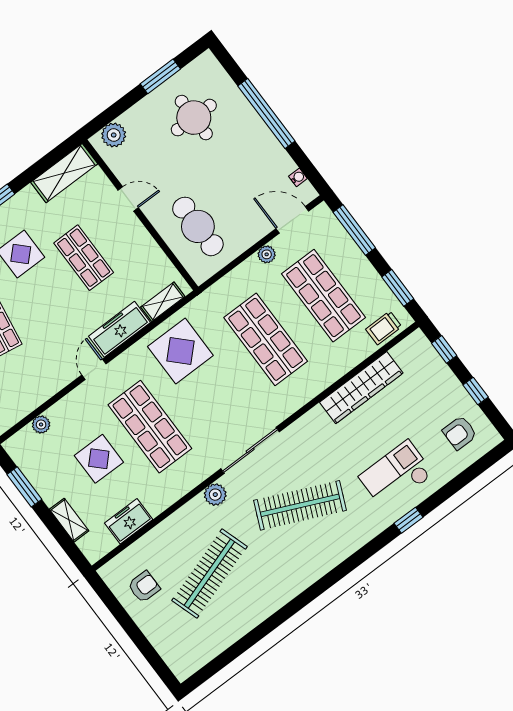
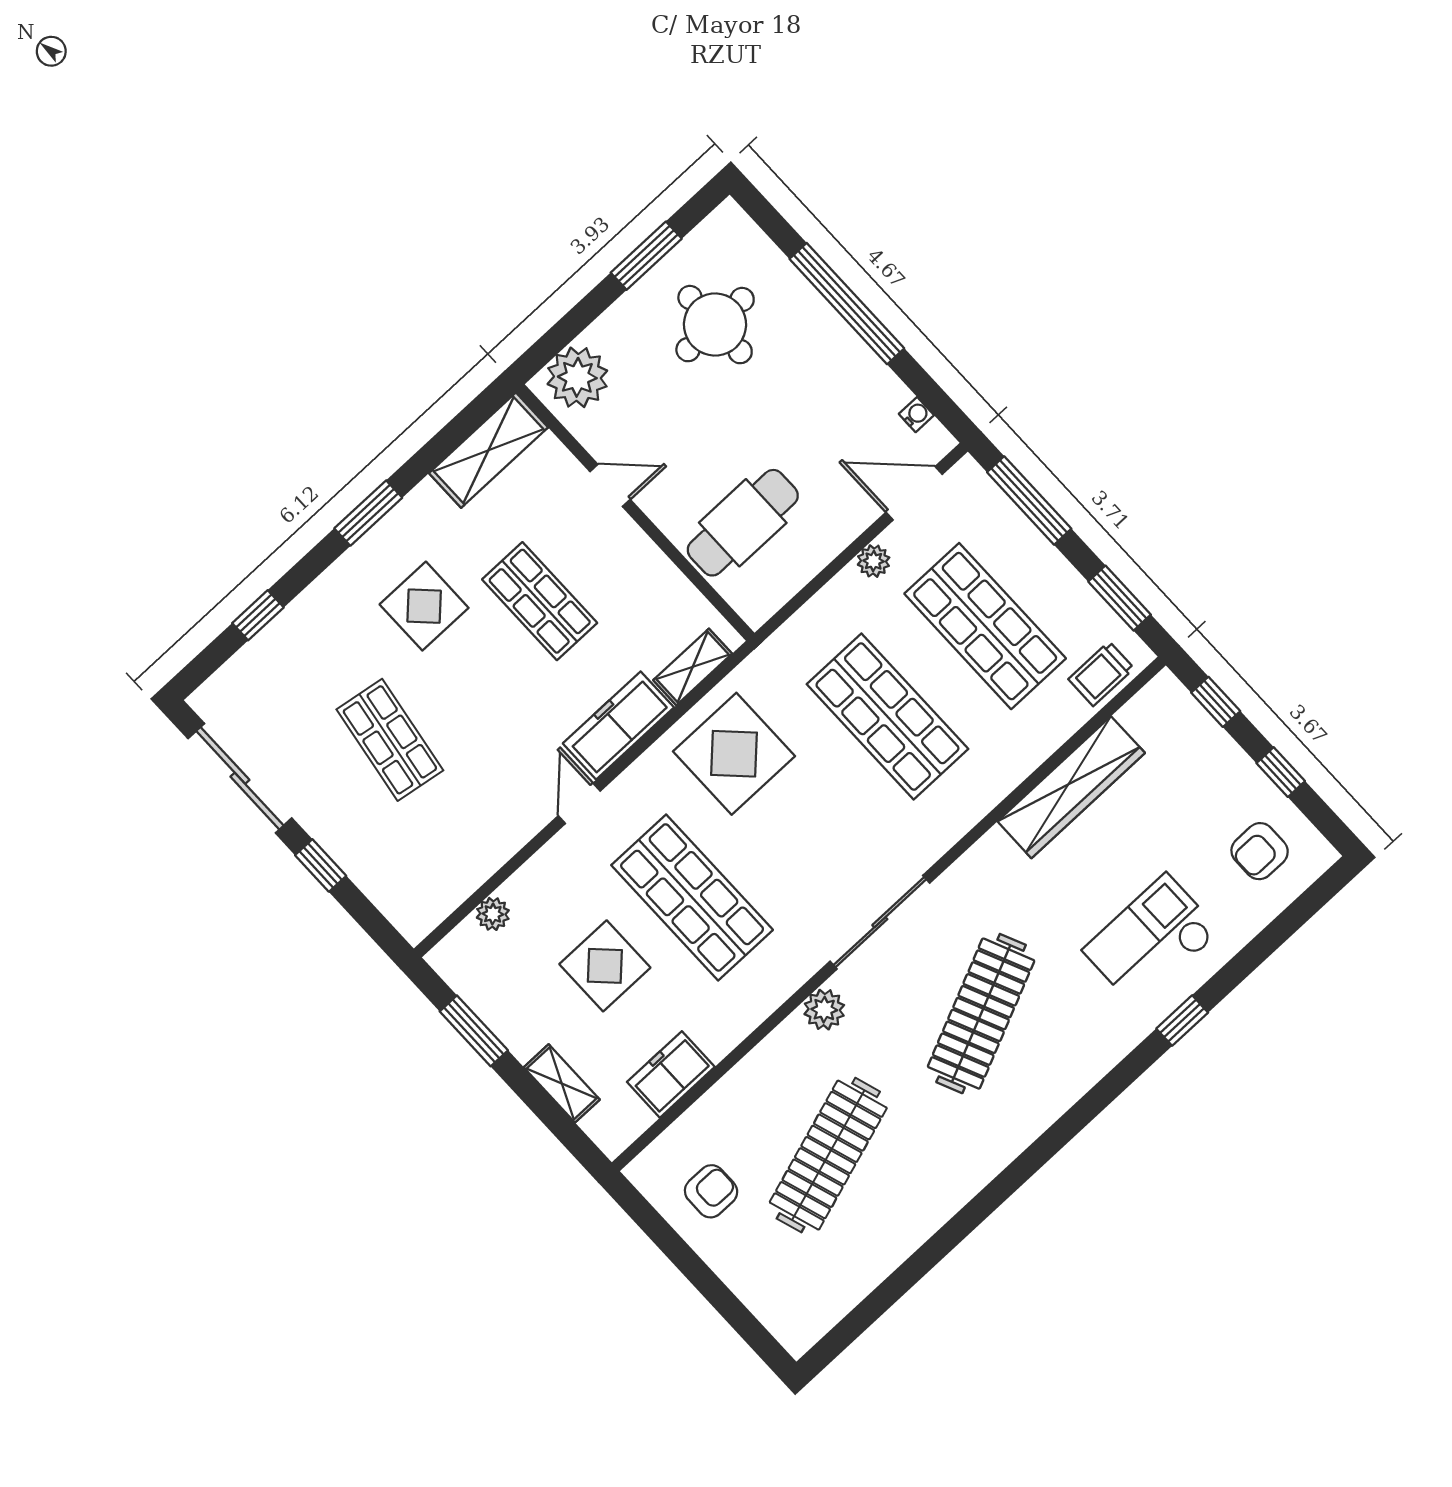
plant: (114, 135) -> (577, 377), width x1.36, depth x1.36
cafe table: (198, 226) -> (743, 523), turned 90
clothes rail: (300, 505) -> (981, 1014), turned -48

